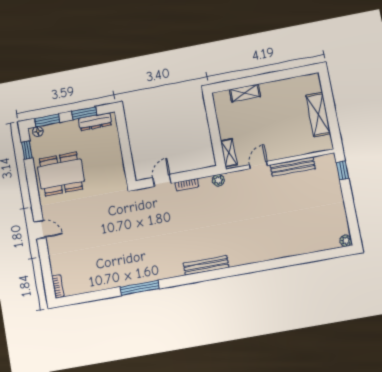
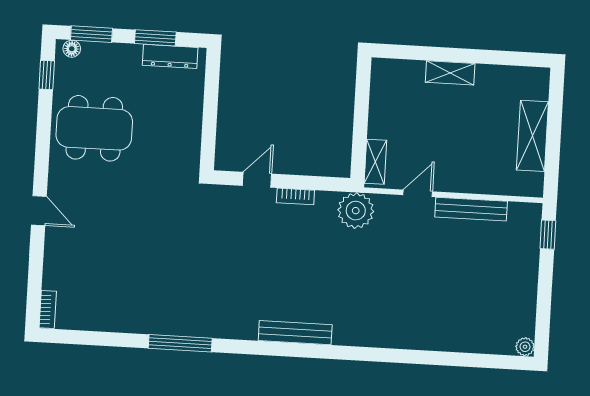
shelving: (245, 93) -> (450, 73), moved
plant: (218, 180) -> (356, 211), width x1.88, depth x1.88

